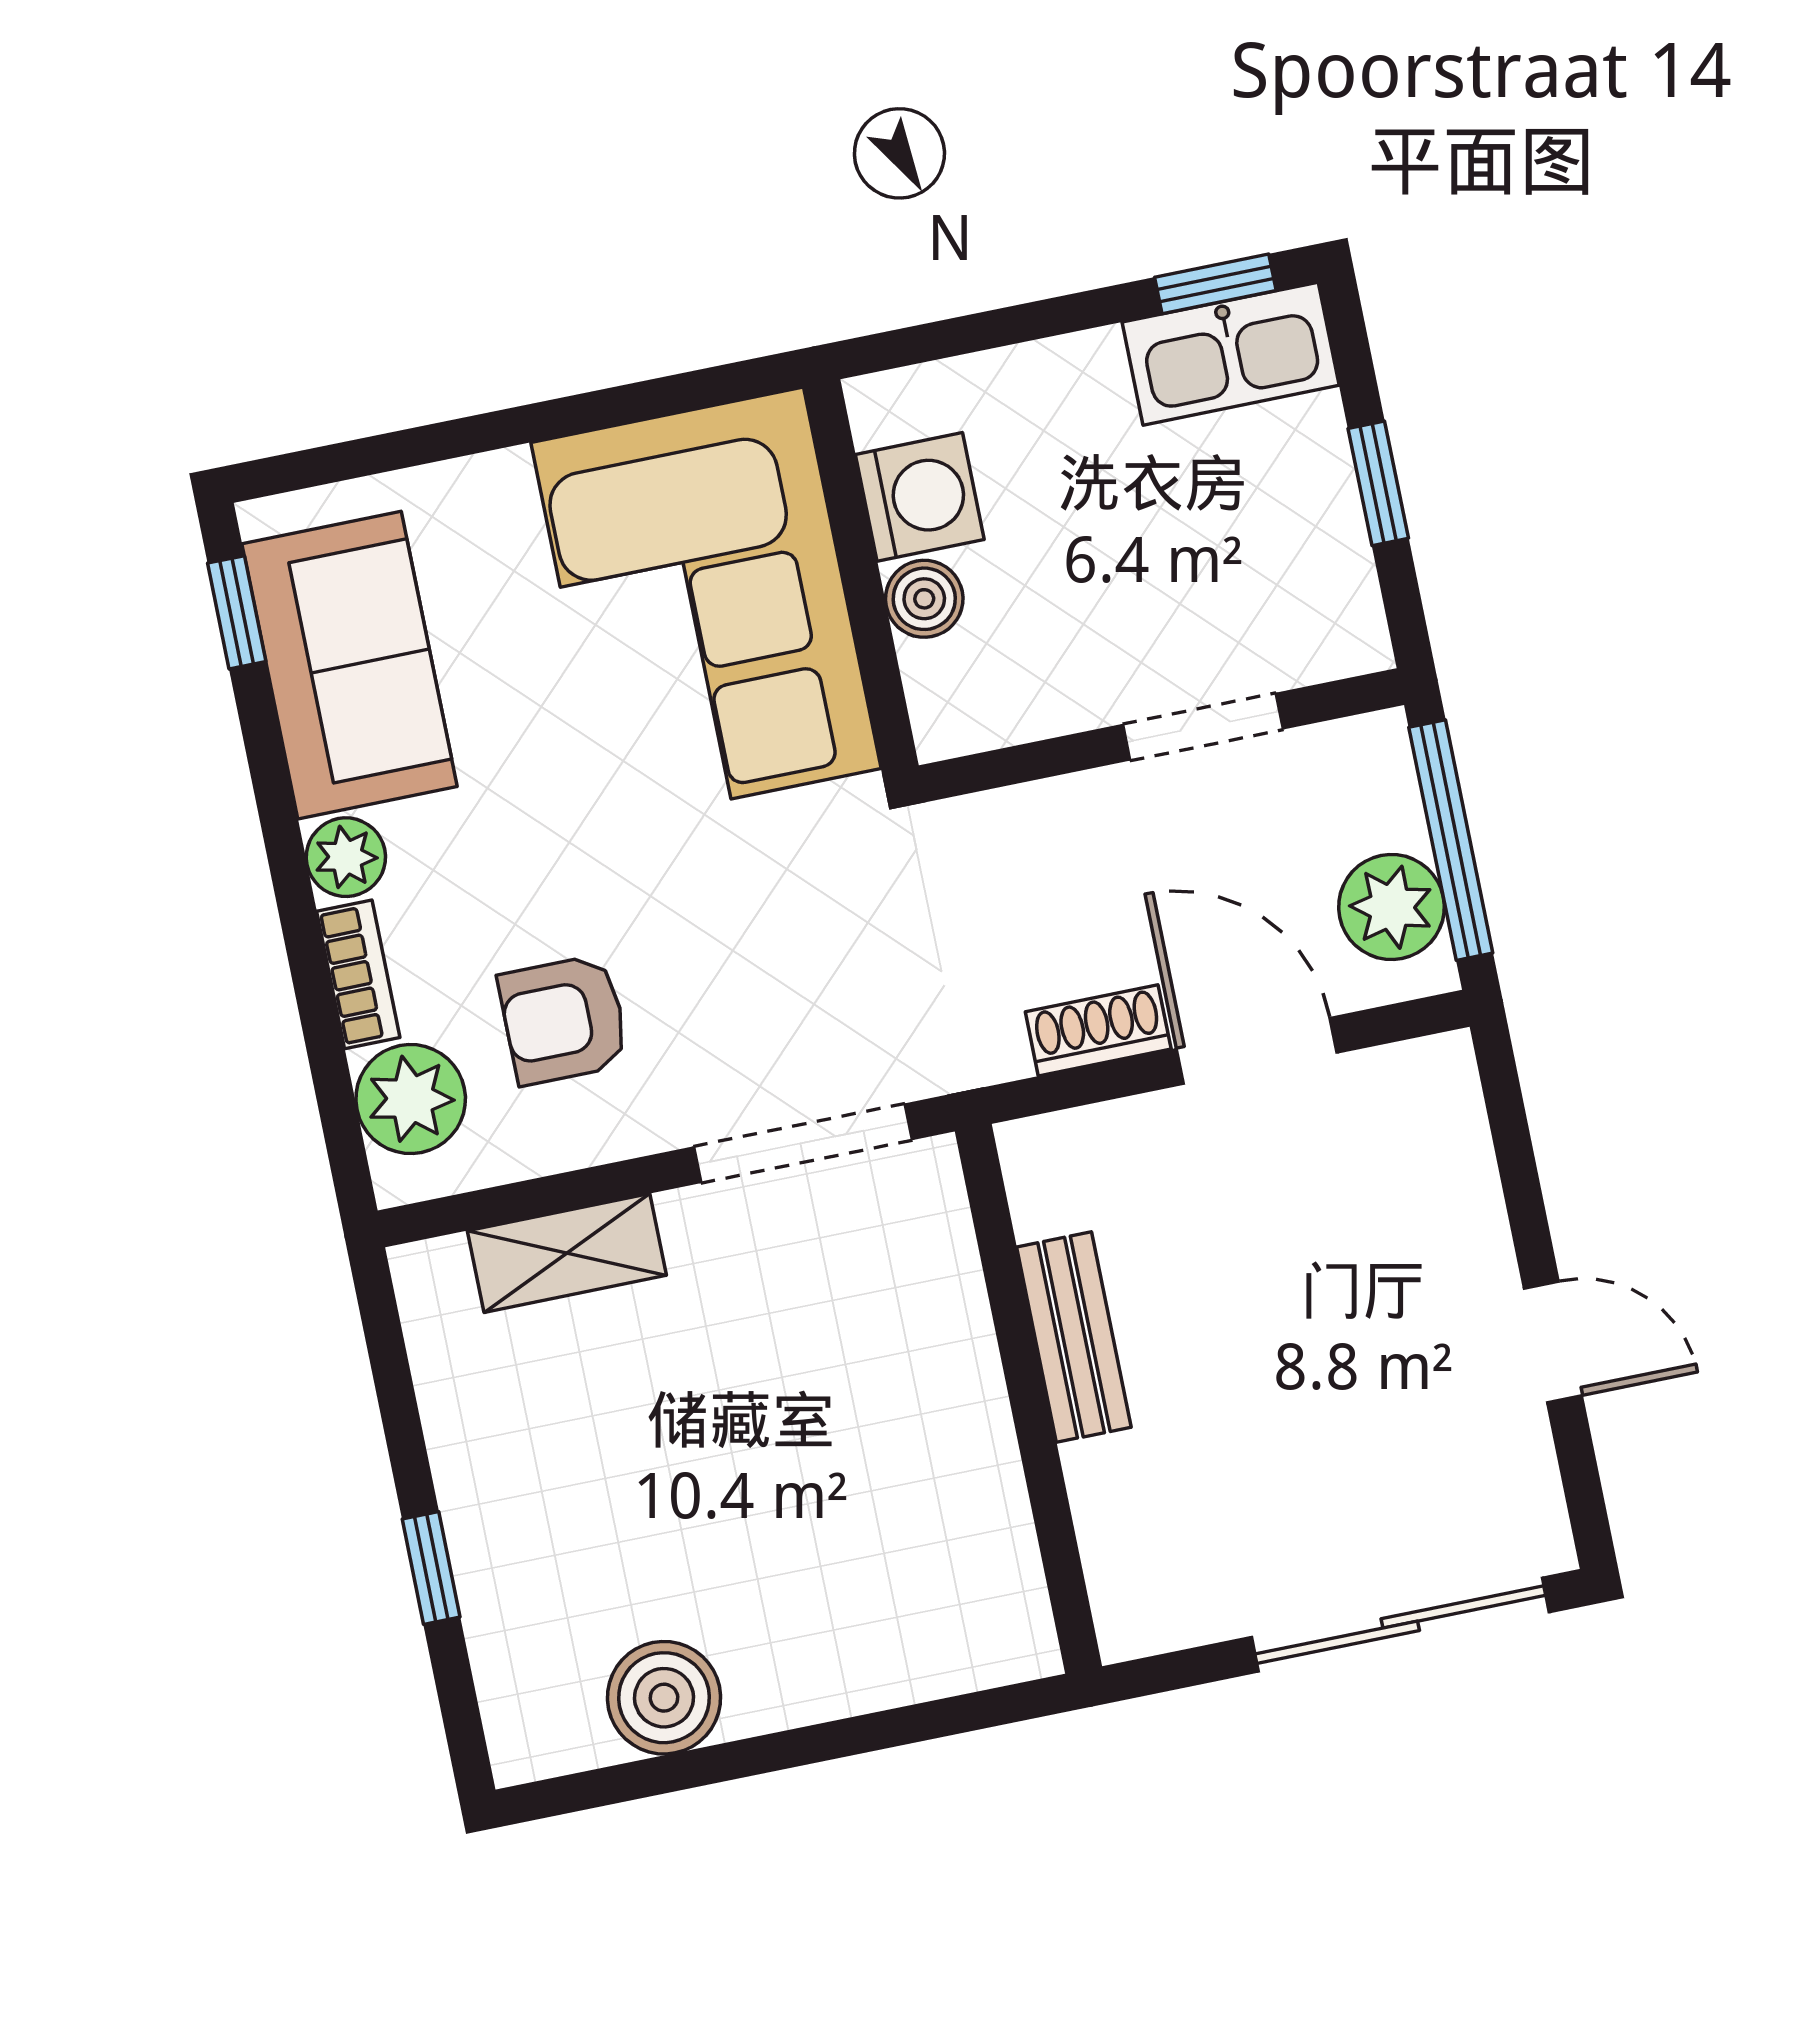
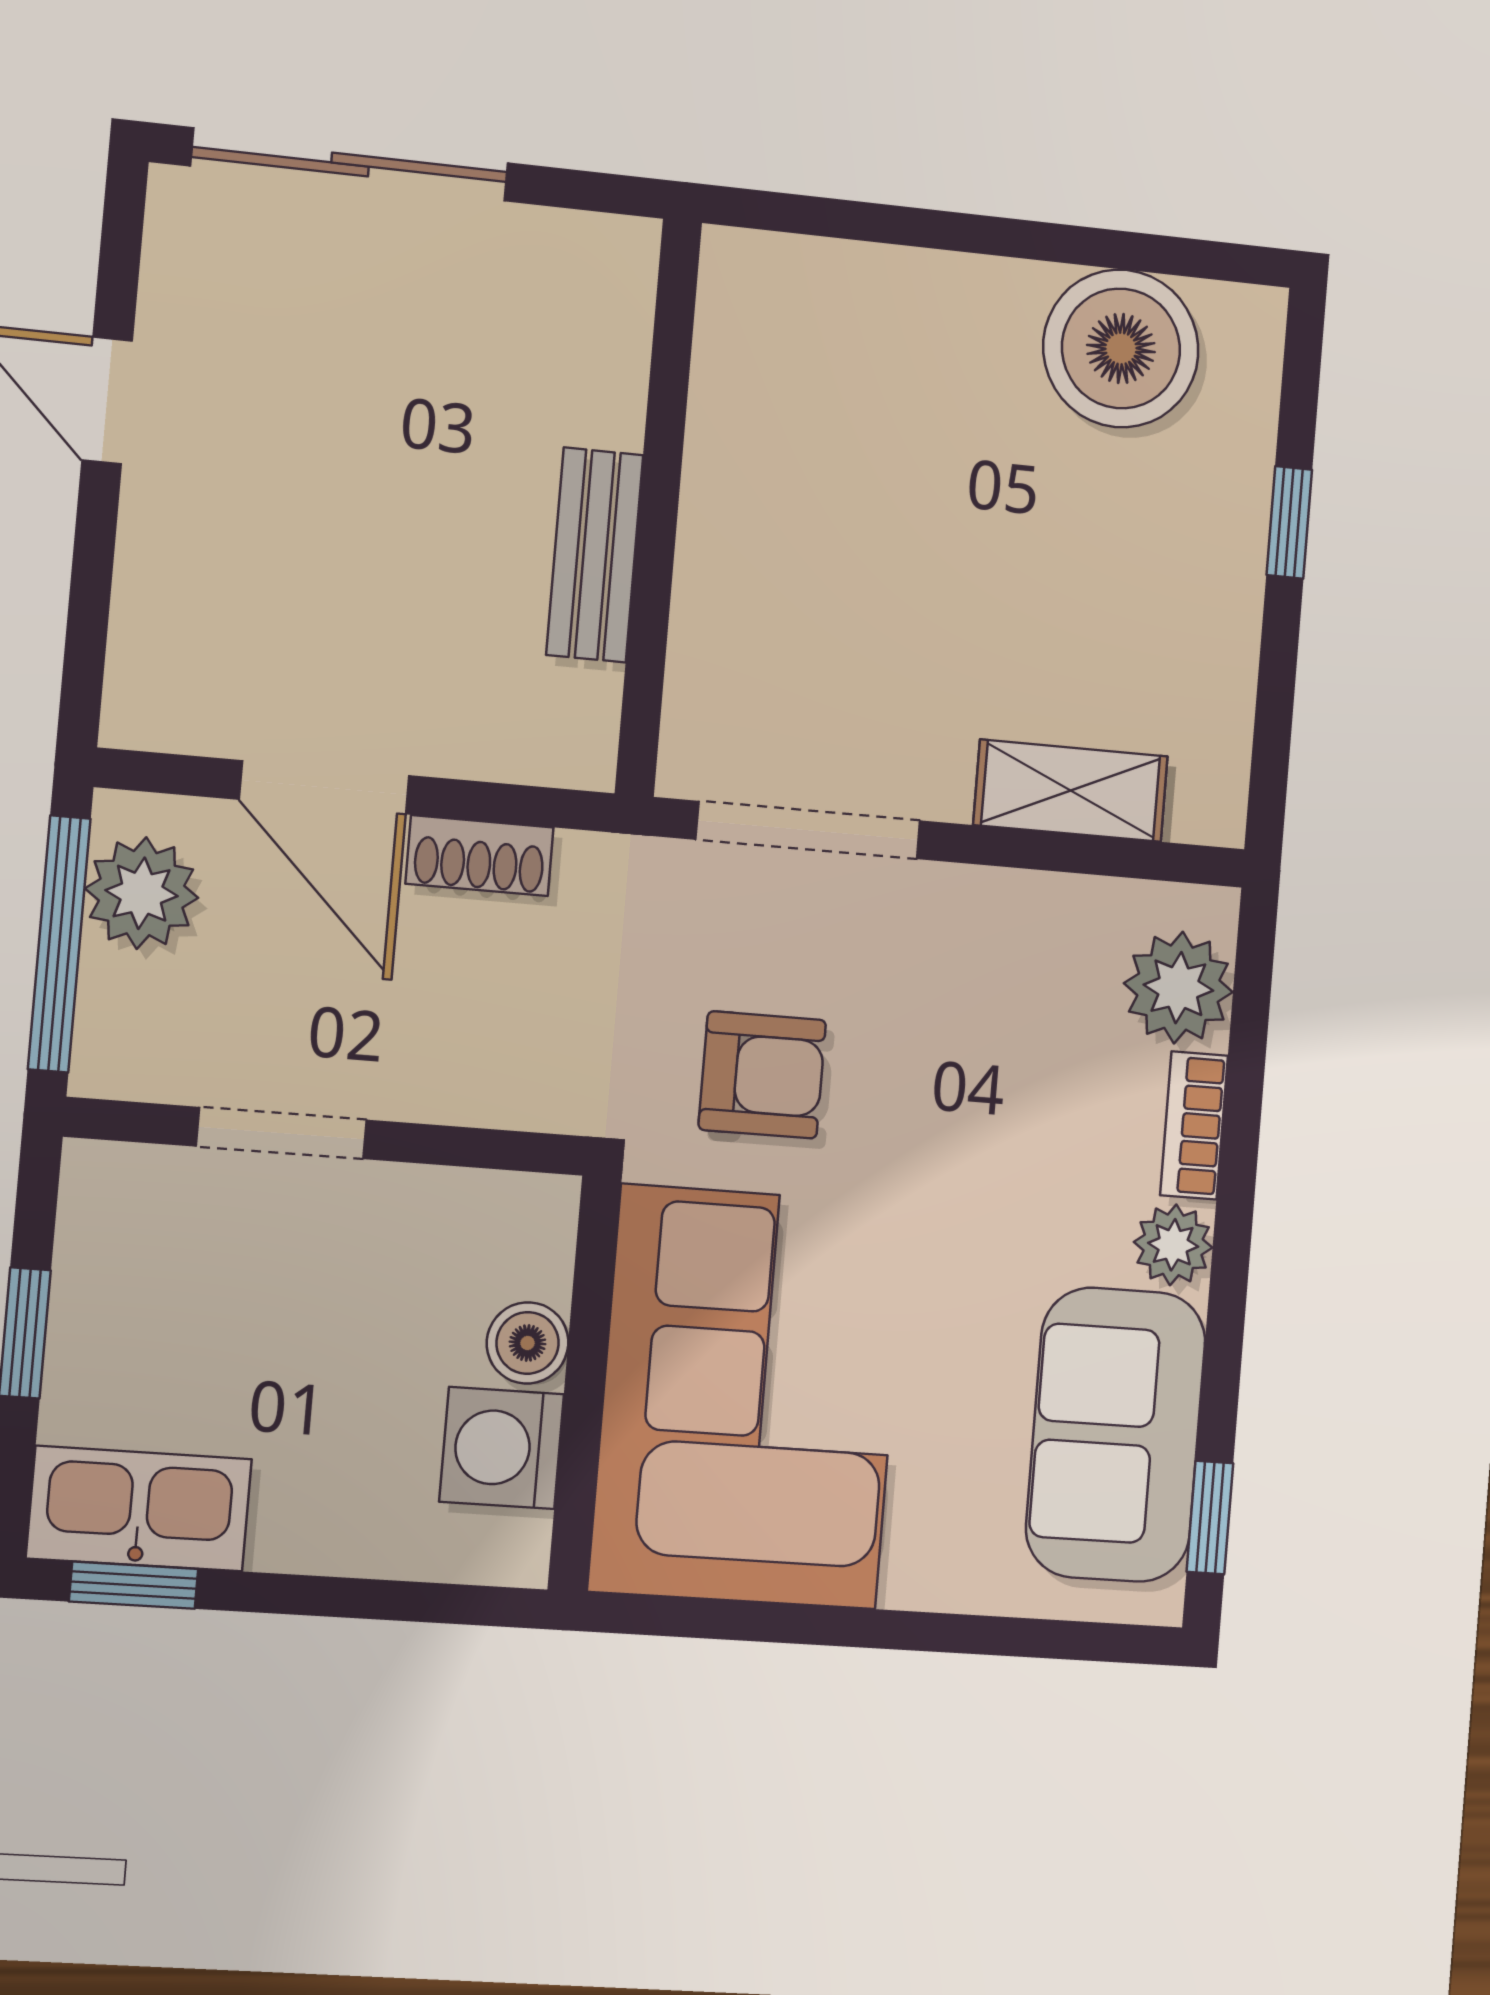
armchair: (564, 1020) -> (762, 1075), moved
boiler: (664, 1698) -> (1121, 348), width x1.37, depth x1.37

